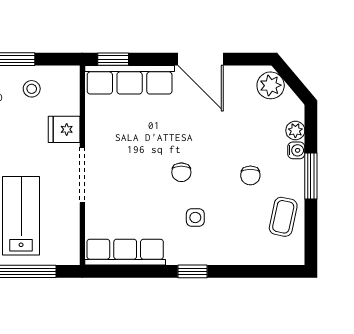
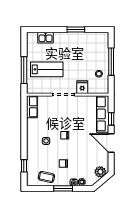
window: (113, 59) -> (111, 119), moved
door: (201, 59) -> (111, 143), hinge flipped
row of seats: (125, 252) -> (32, 107), width x0.68
window: (192, 271) -> (24, 166), moved

